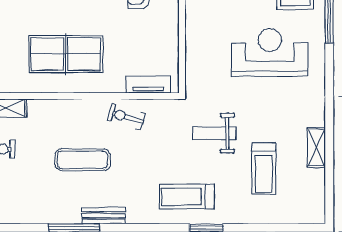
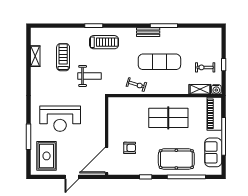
tv unit: (148, 85) -> (125, 102), removed
shelving: (316, 147) -> (35, 56), moved
exercise mat: (83, 160) -> (159, 62), width x1.36, depth x1.45

